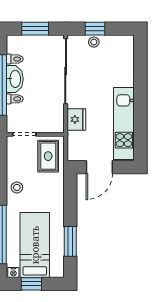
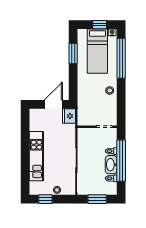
window: (95, 29) -> (45, 199), moved
fridge: (76, 119) -> (69, 116), moved
kitchen unit: (124, 123) -> (36, 156), moved
rug: (48, 156) -> (88, 112), removed

